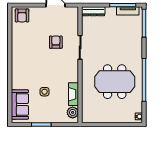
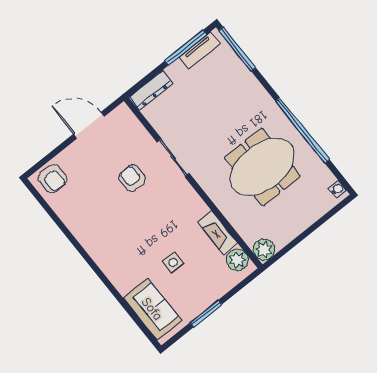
plant: (87, 117) -> (264, 250), added

